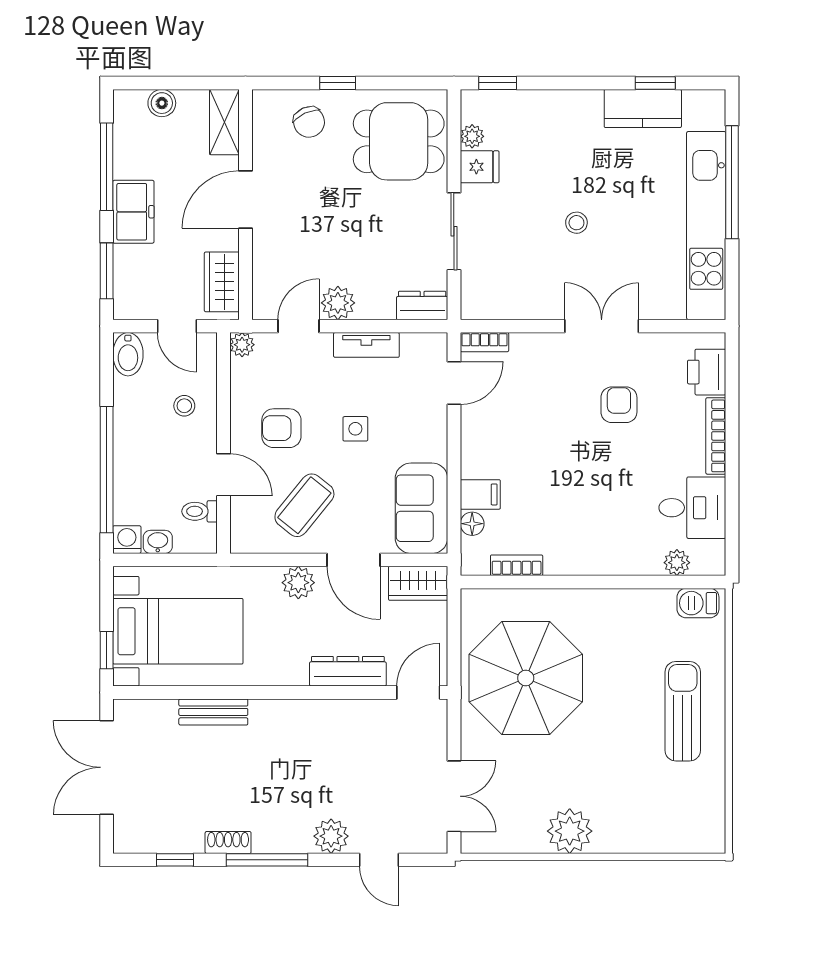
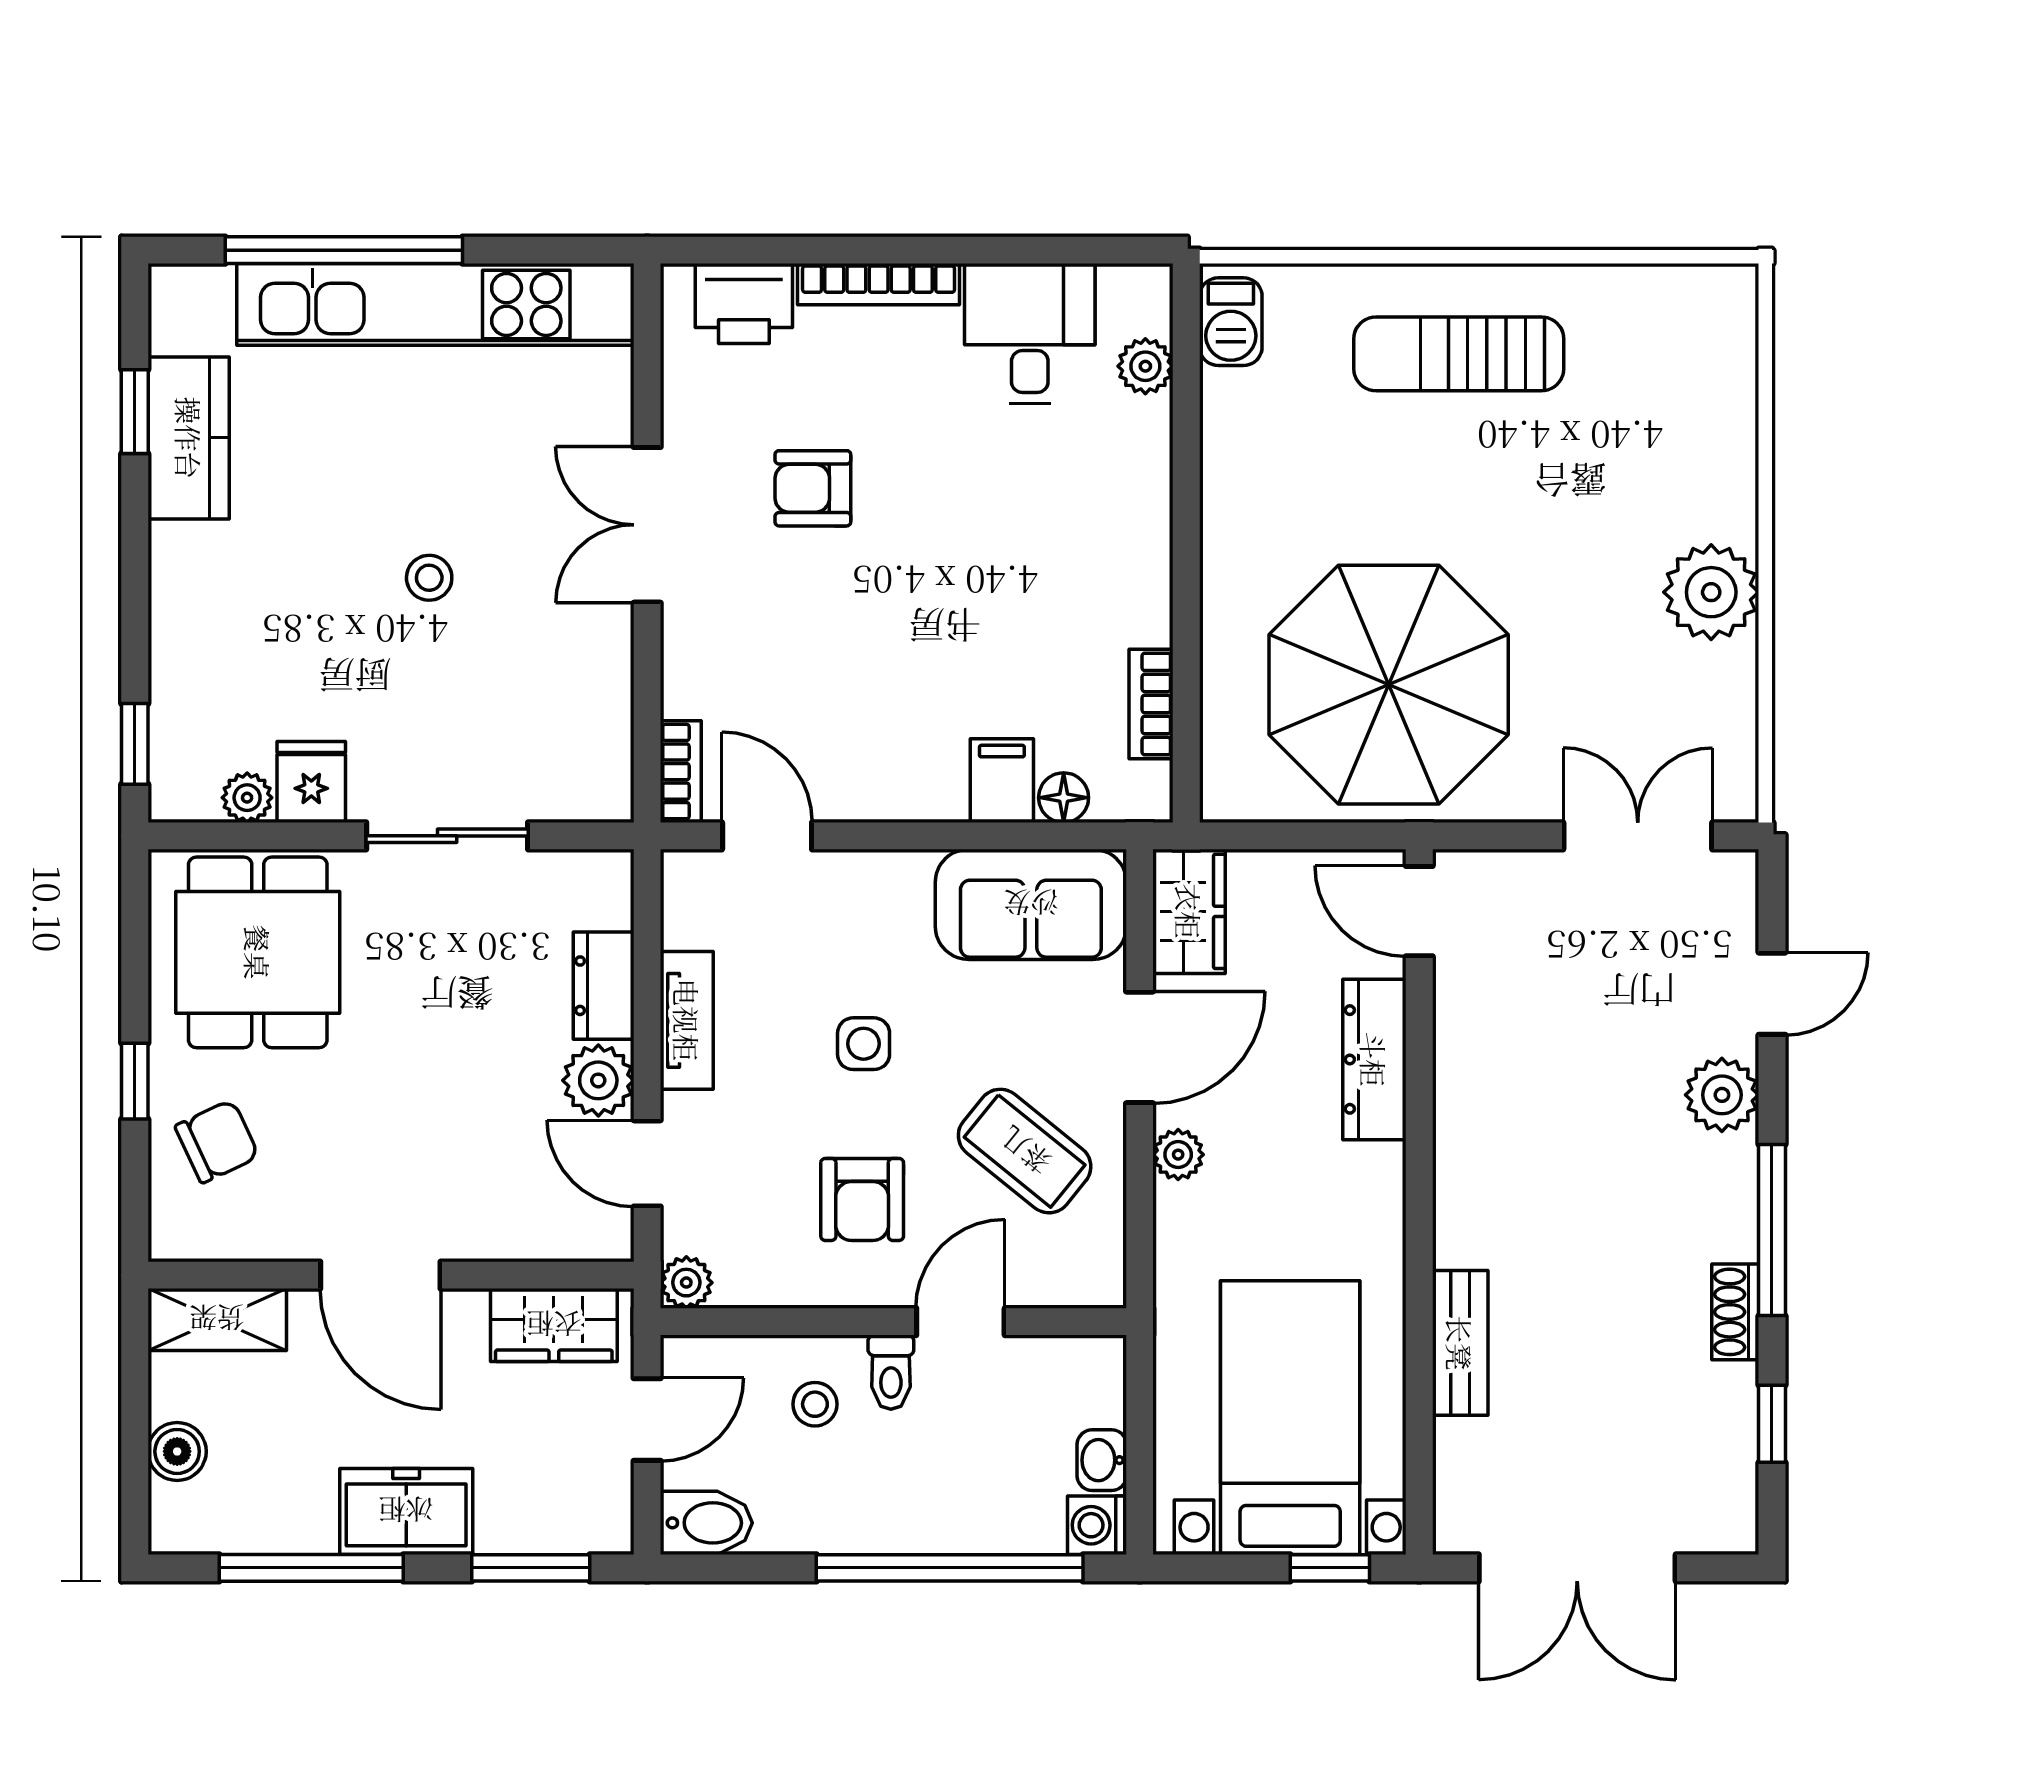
dresser: (422, 305) -> (604, 986), moved
toilet: (199, 511) -> (891, 1372), moved
plant: (298, 583) -> (1178, 1155), width x0.73, depth x0.73

